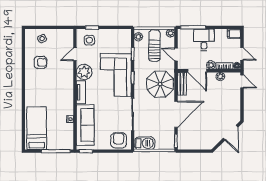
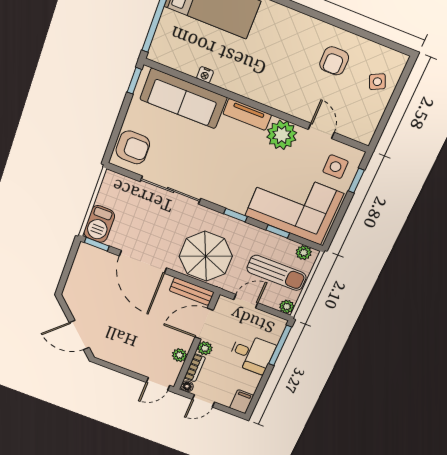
corner sofa: (116, 75) -> (294, 205), moved
barbecue: (145, 143) -> (99, 224), moved

